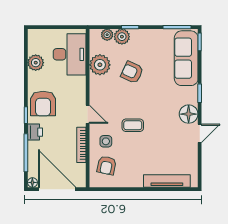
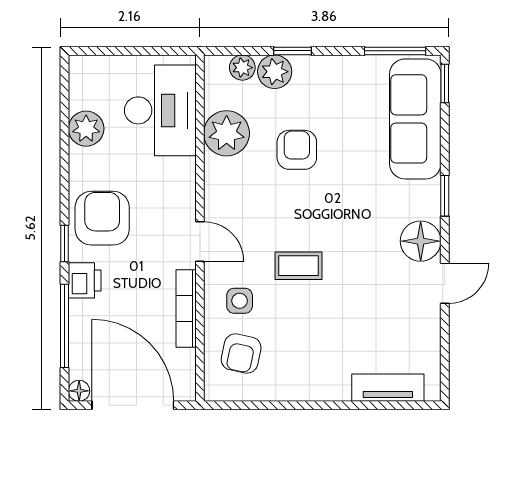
armchair: (132, 72) -> (297, 150), turned 65
armchair: (43, 104) -> (102, 218), turned 180
tv unit: (167, 181) -> (388, 388), width x0.71

